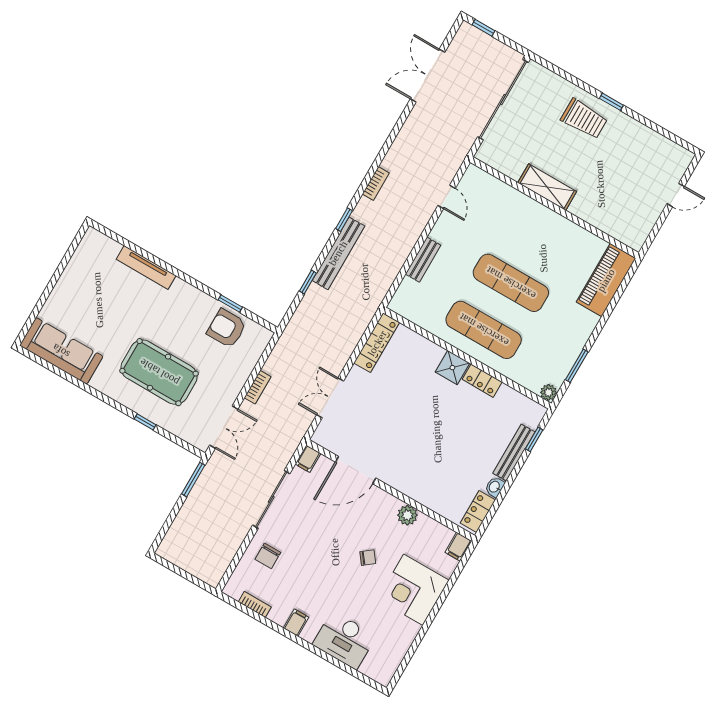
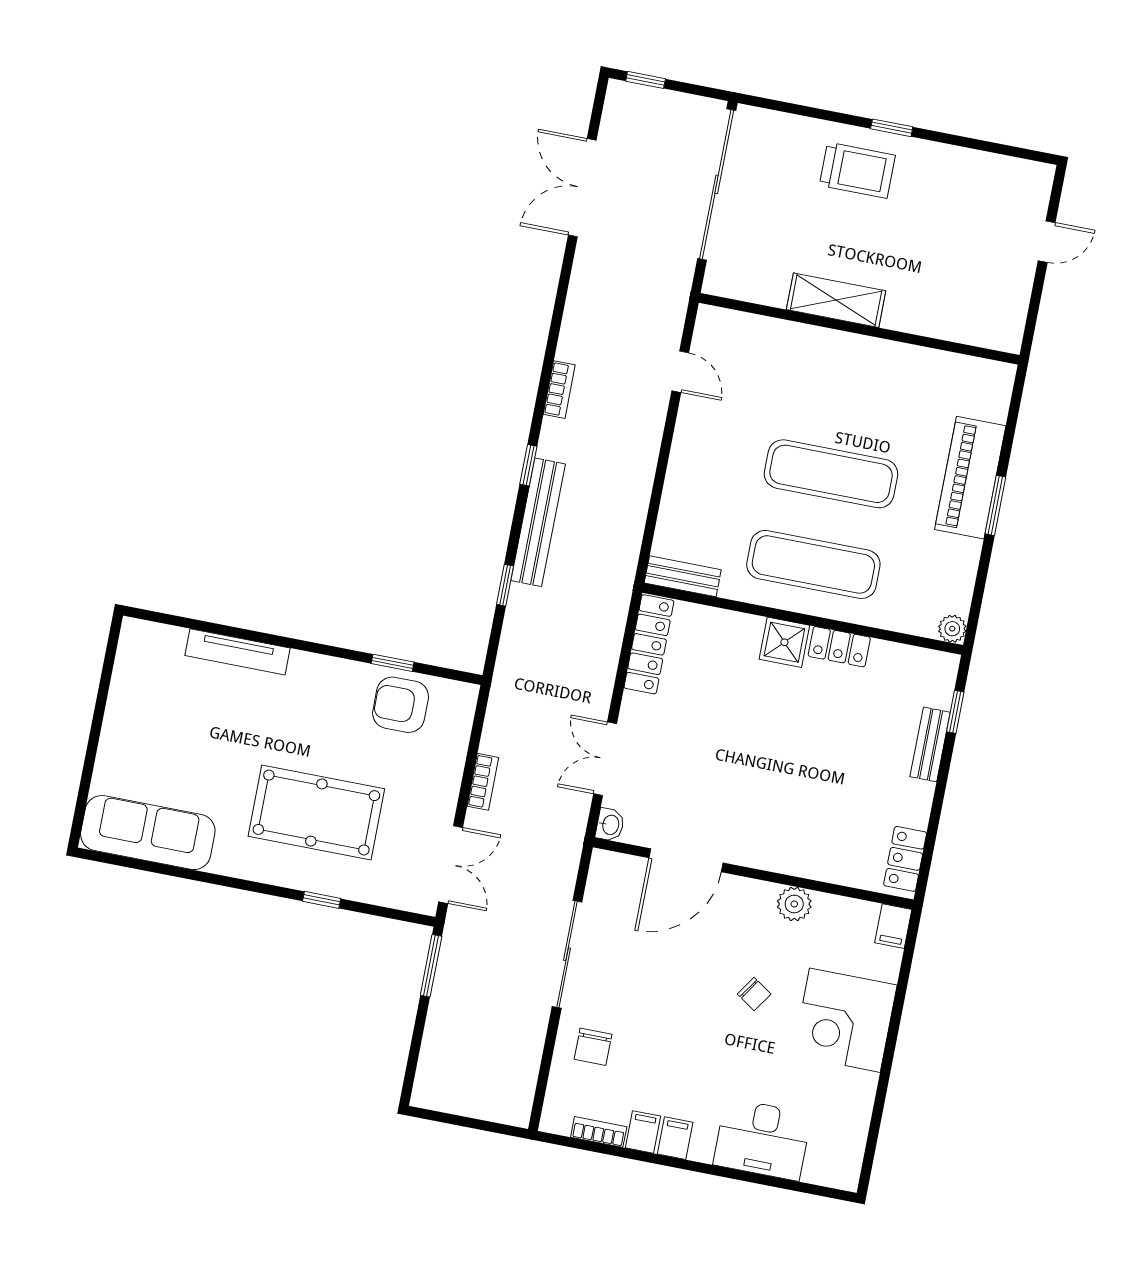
bench: (423, 260) -> (683, 576), moved, turned 90
piano: (606, 280) -> (970, 478), moved
window: (577, 366) -> (995, 505), moved
bench: (514, 453) -> (930, 744), width x0.73
filing cabinet: (308, 459) -> (643, 1132), moved, turned 180
washbasin: (495, 487) -> (610, 825), moved, turned 180
chair: (368, 558) -> (754, 994), turned 72

